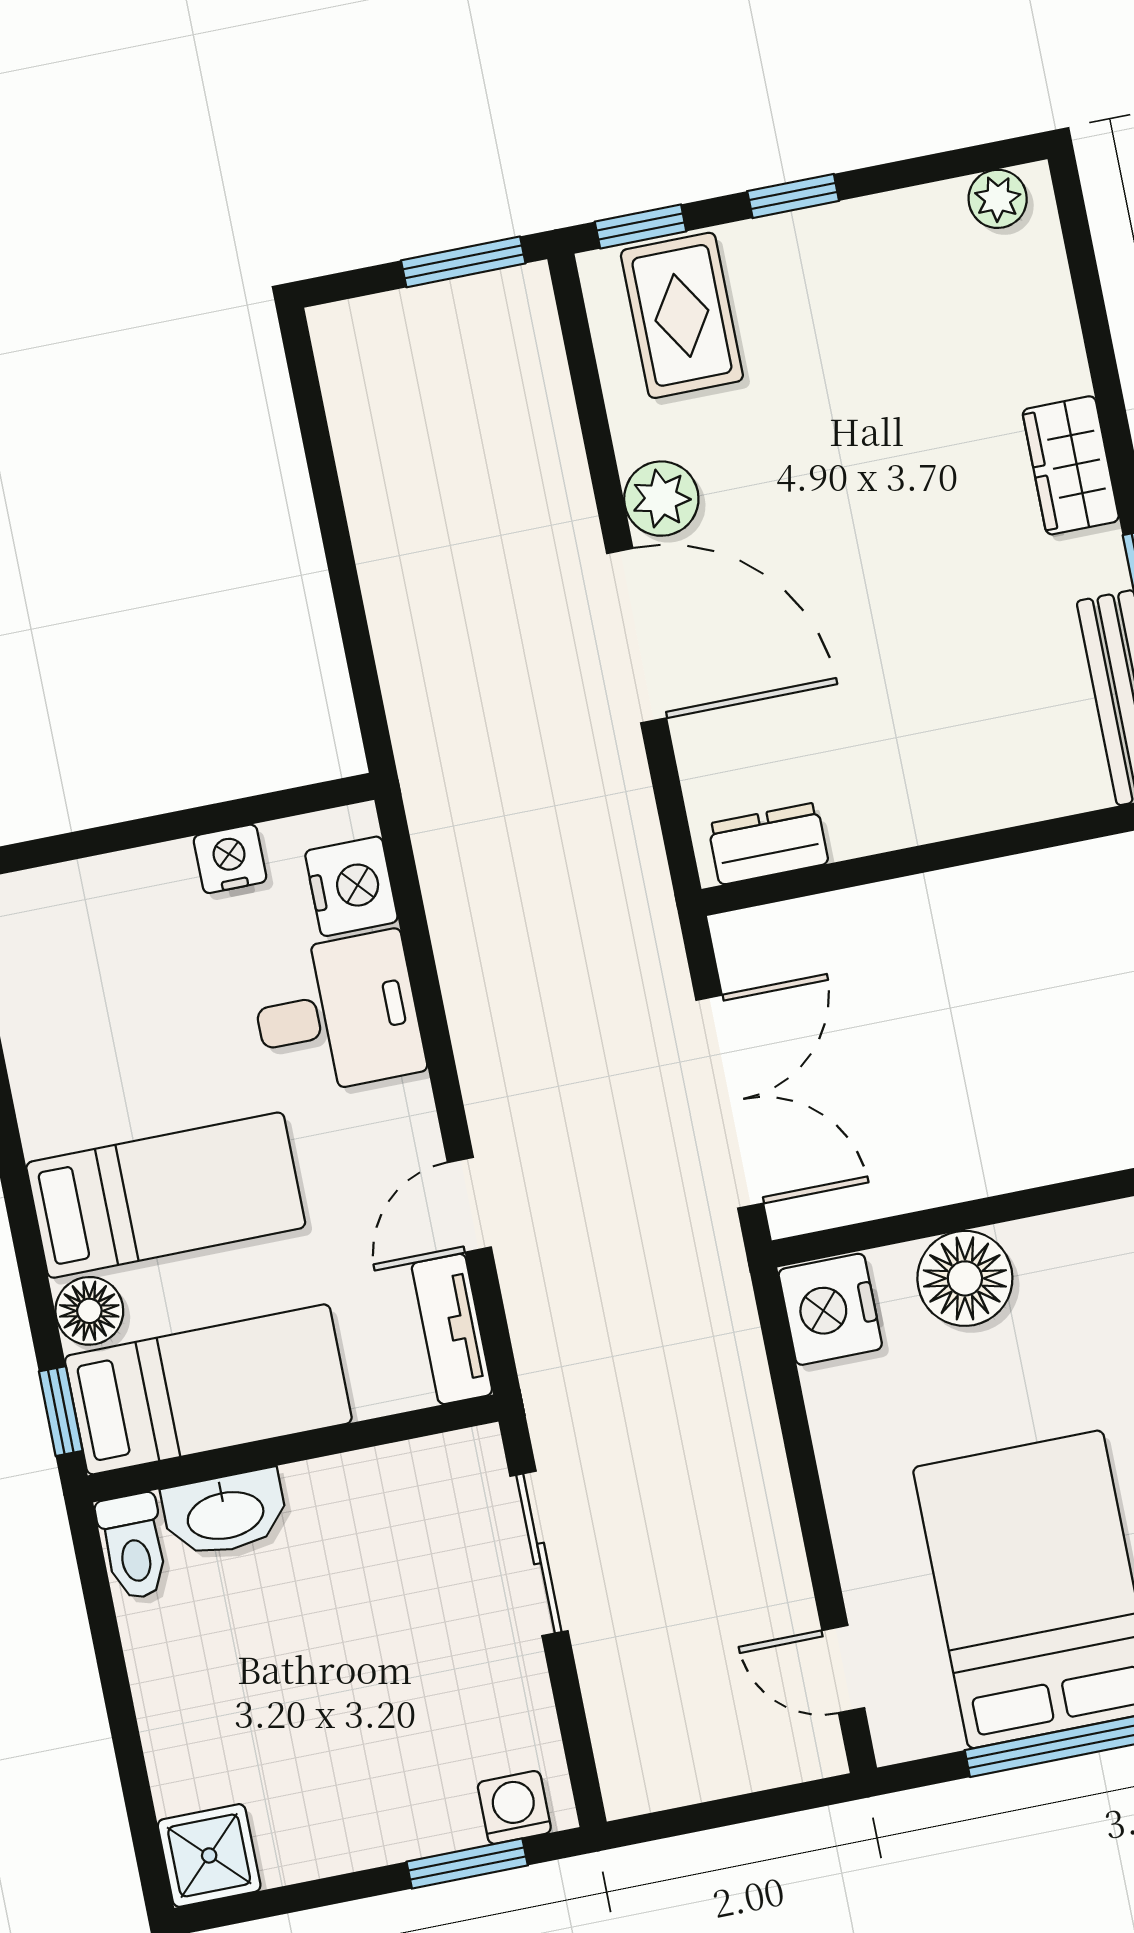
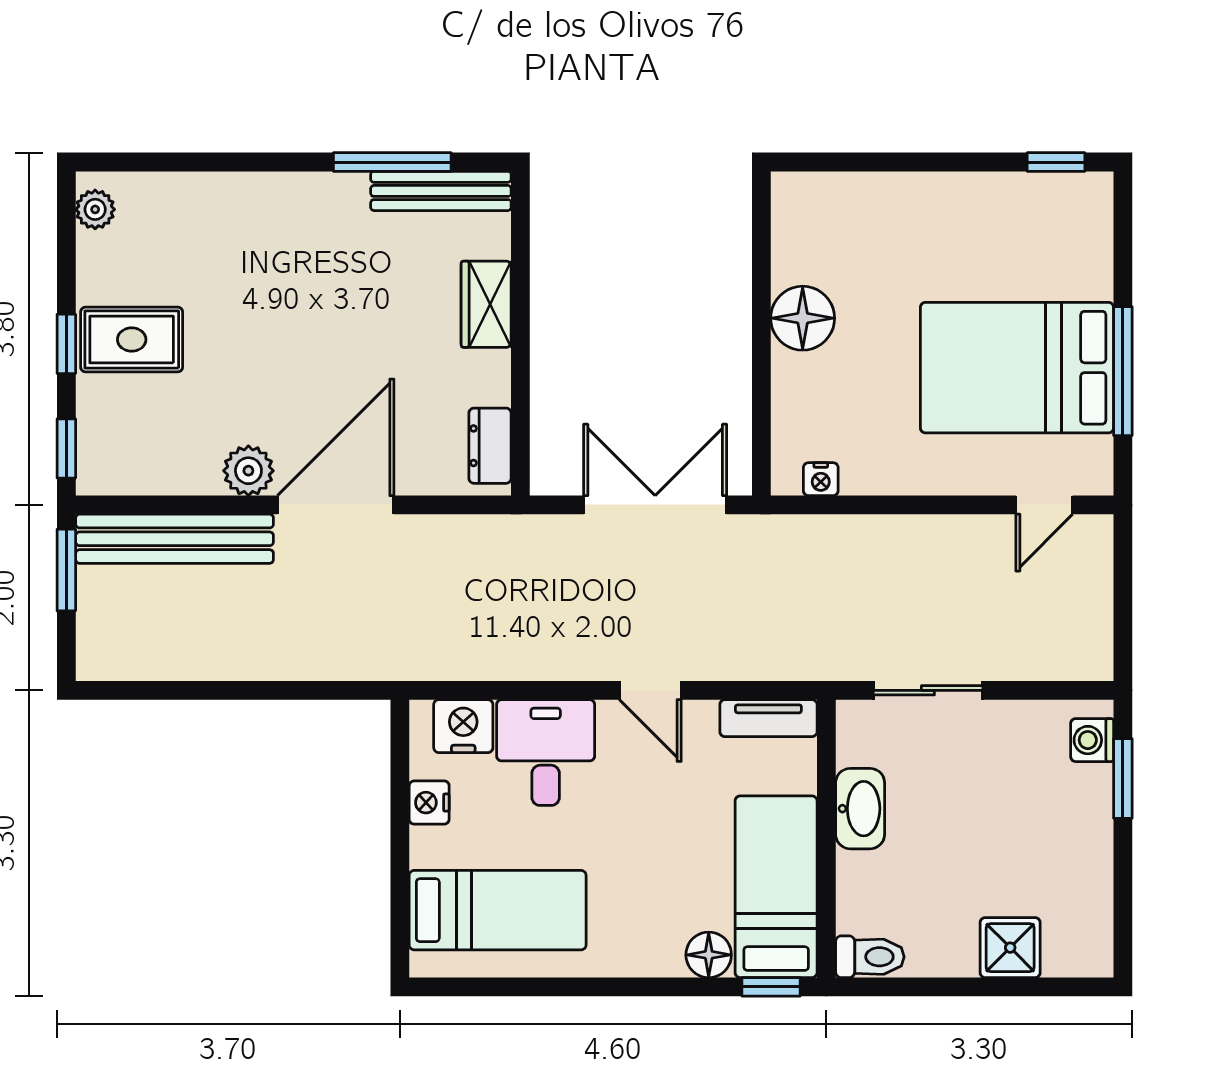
rug: (682, 315) -> (132, 340), moved
bench: (540, 411) -> (175, 539), added
wardrobe: (1071, 465) -> (486, 304), moved, turned 90
bed: (166, 1195) -> (498, 910), moved, turned 90
door: (469, 1205) -> (650, 690), moved
floor lamp: (965, 1278) -> (803, 318), moved
nightstand: (830, 1309) -> (821, 479), width x0.53, depth x0.56
washbasin: (225, 1513) -> (860, 809), moved
shower: (209, 1855) -> (1010, 948), moved

